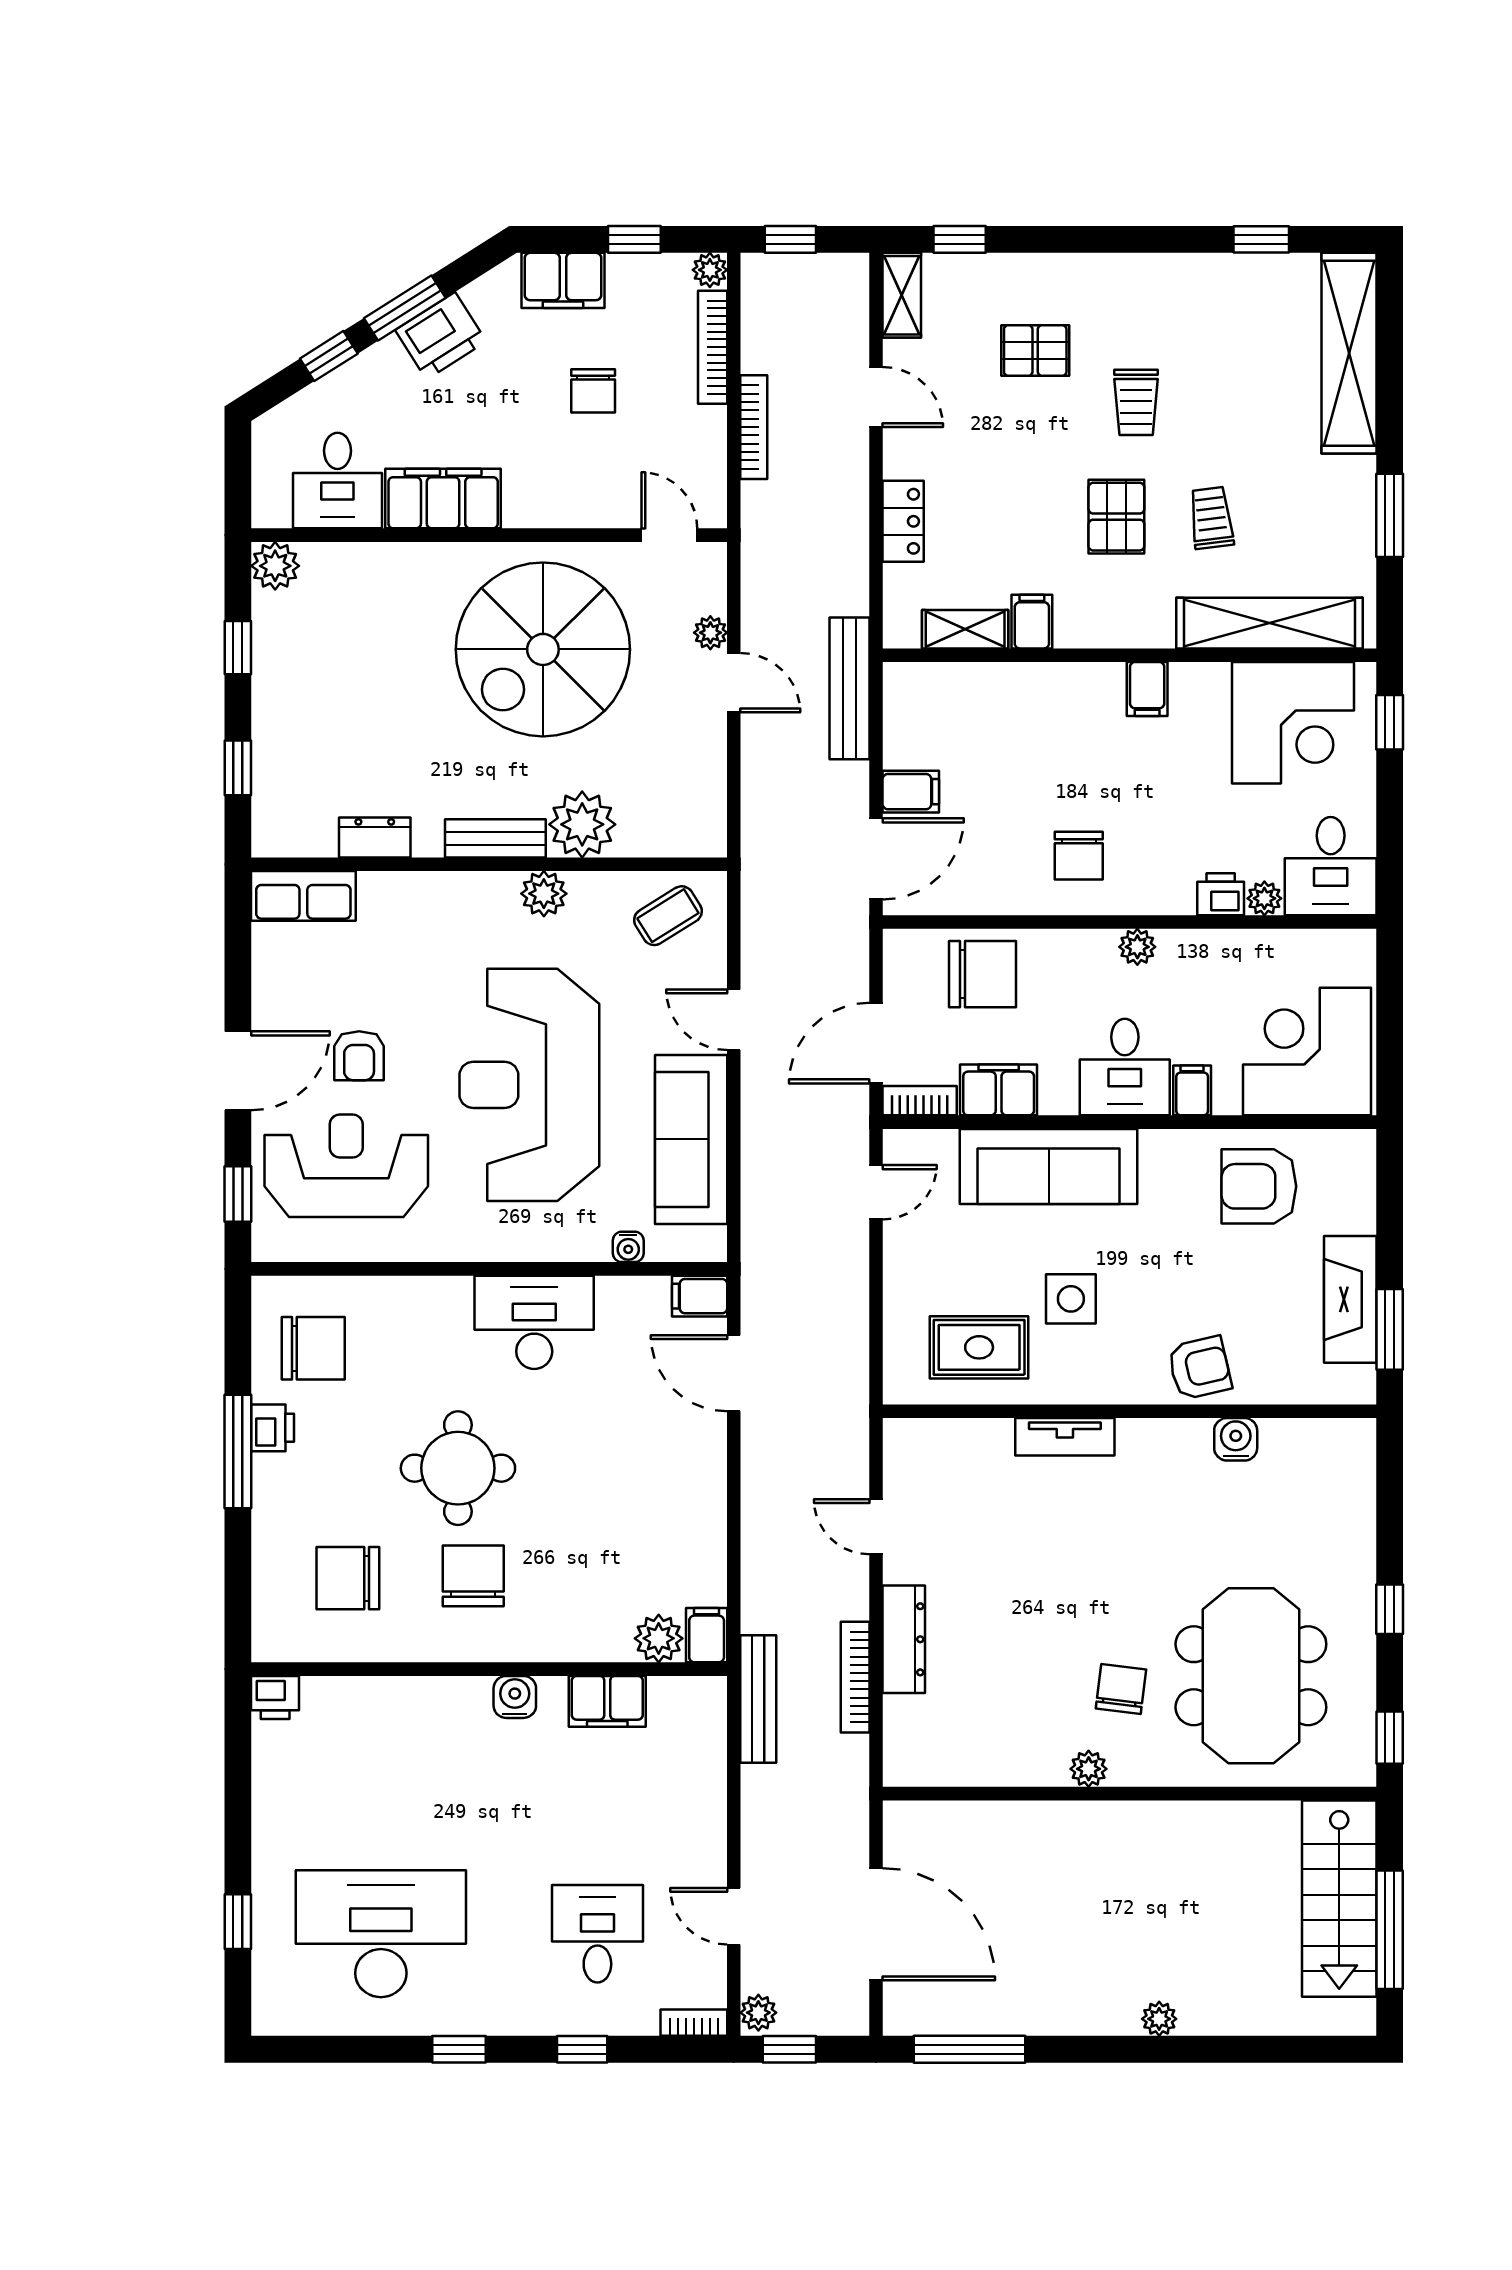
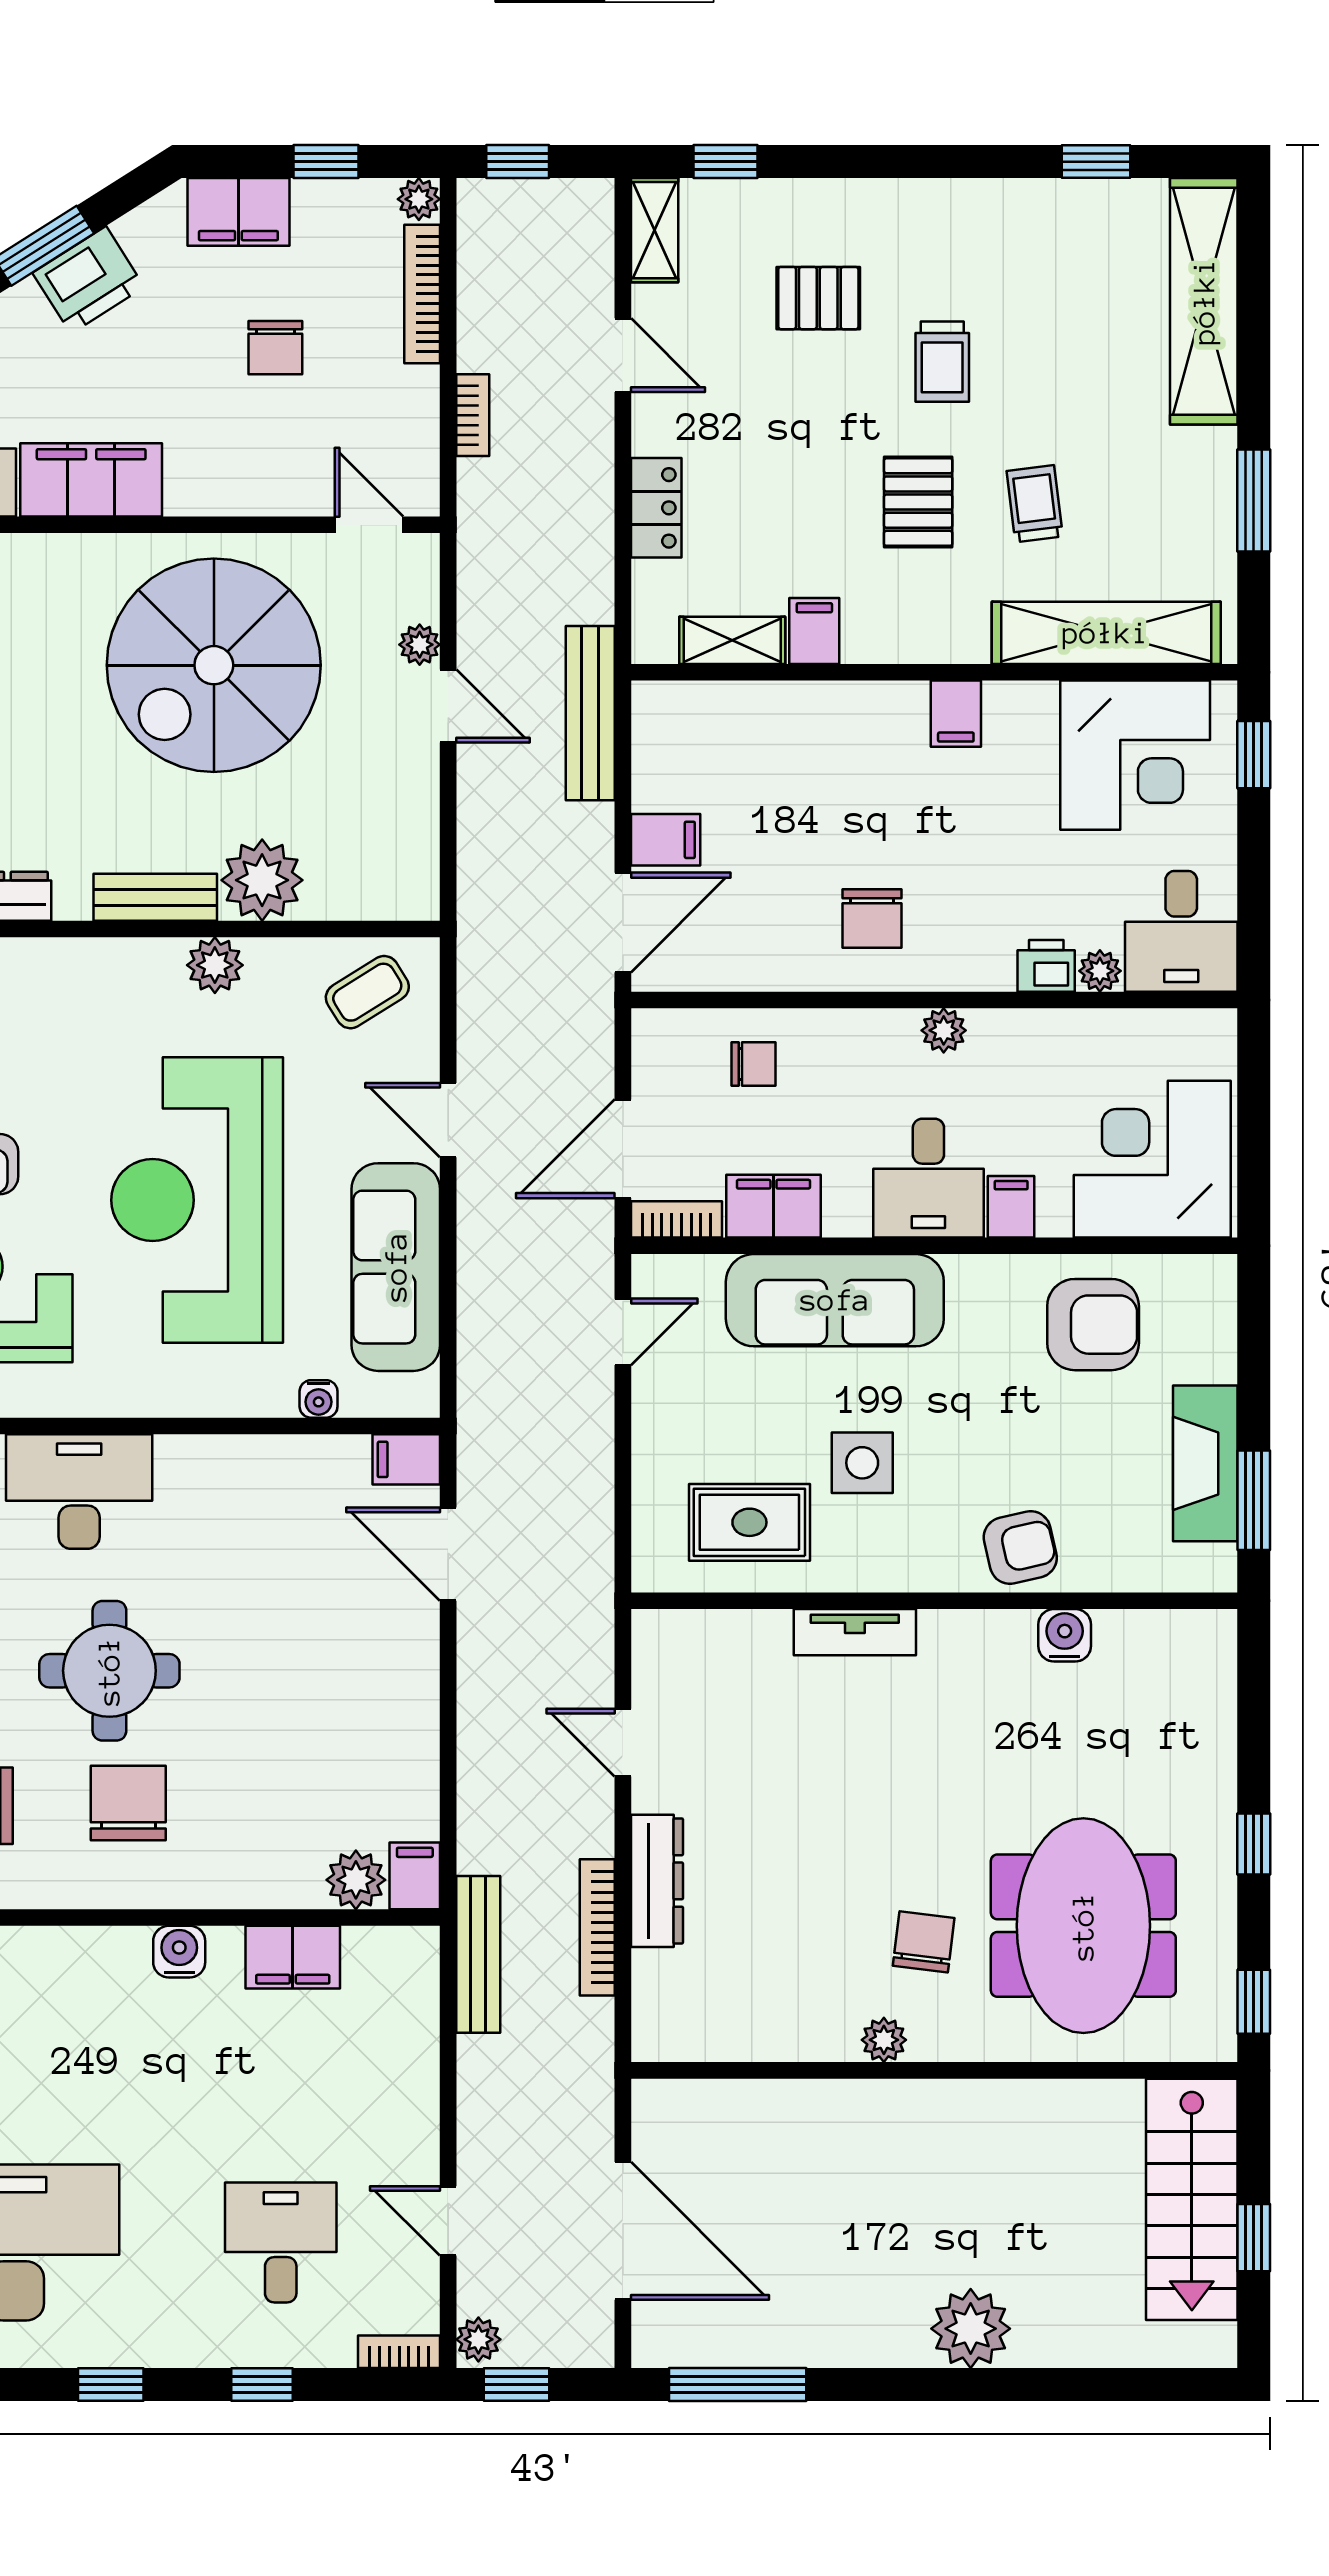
bookcase: (754, 427) -> (473, 415), width x0.64
chair: (982, 974) -> (754, 1064), width x0.54, depth x0.54
armchair: (1259, 1186) -> (1093, 1325), turned 180
desk: (534, 1322) -> (79, 1492), moved
window: (1390, 1930) -> (1254, 2238), width x0.46
plant: (1159, 2019) -> (971, 2329), width x1.88, depth x1.88

